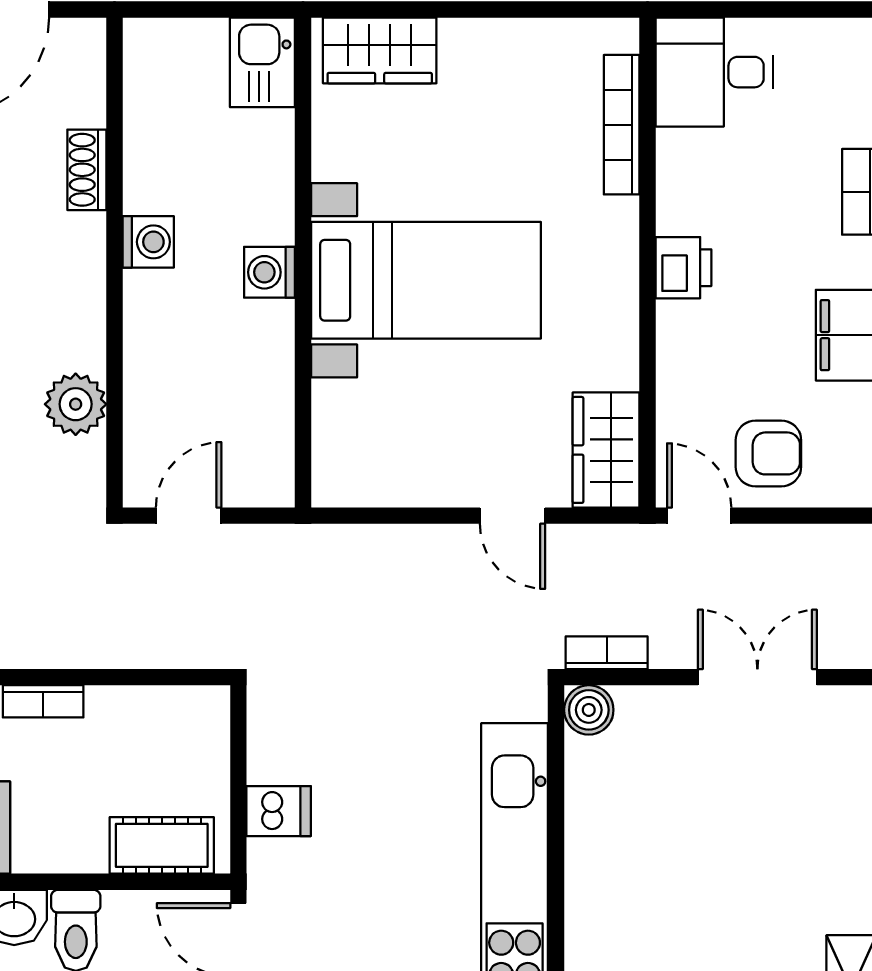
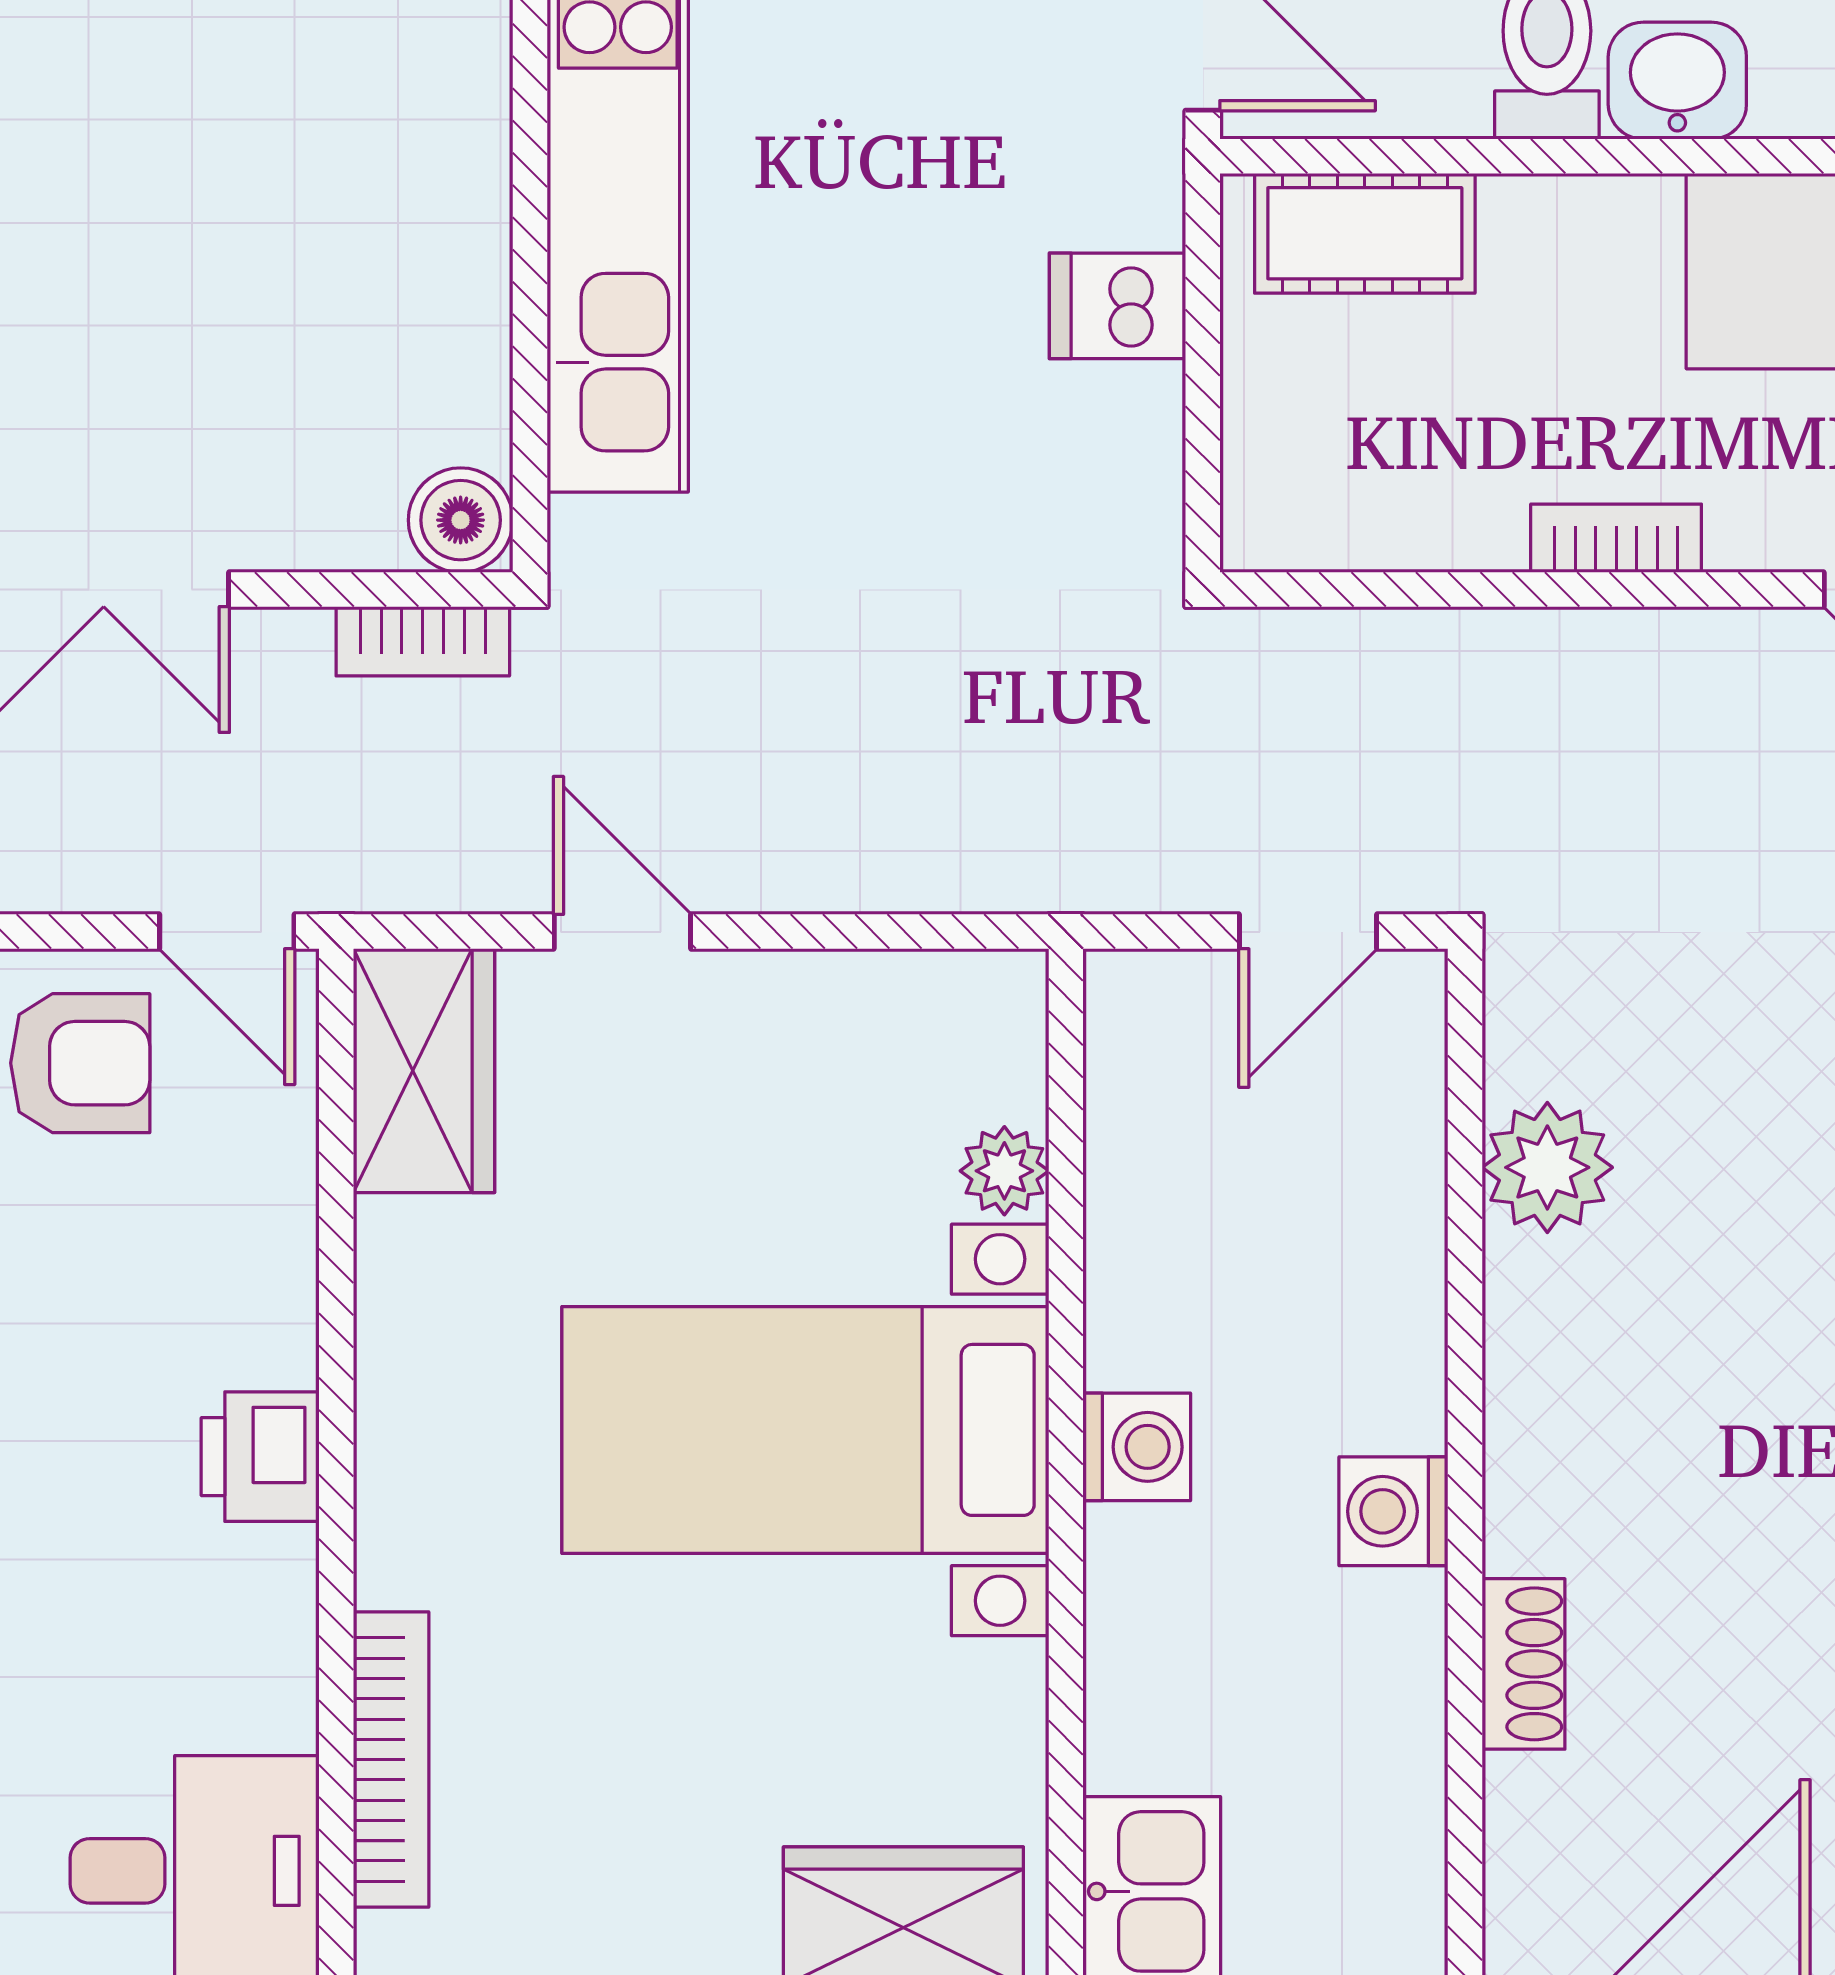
plant: (332, 403) -> (1004, 1171), added
armchair: (768, 453) -> (80, 1063), turned 180

